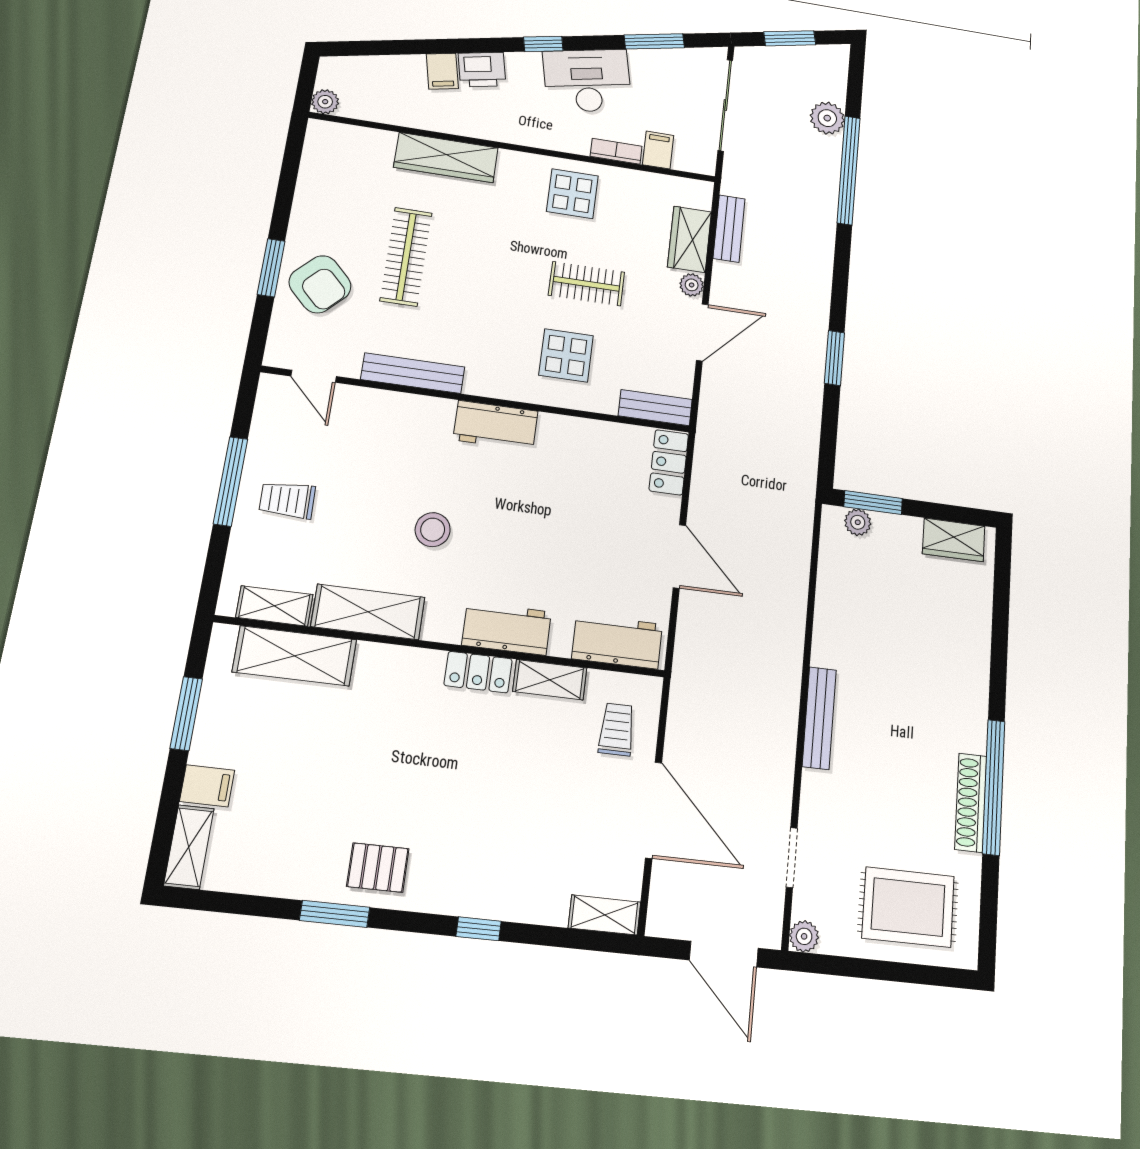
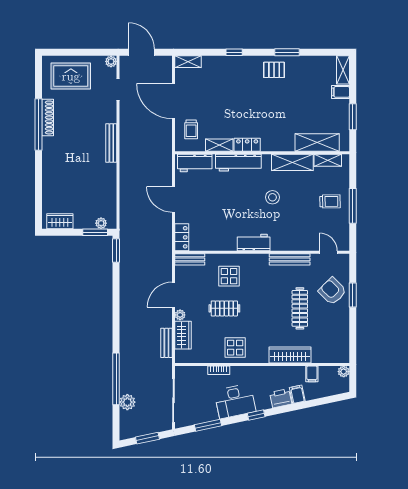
filing cabinet: (658, 150) -> (312, 374), moved
window: (834, 358) -> (116, 251), moved
workbench: (507, 628) -> (238, 163), width x1.37

